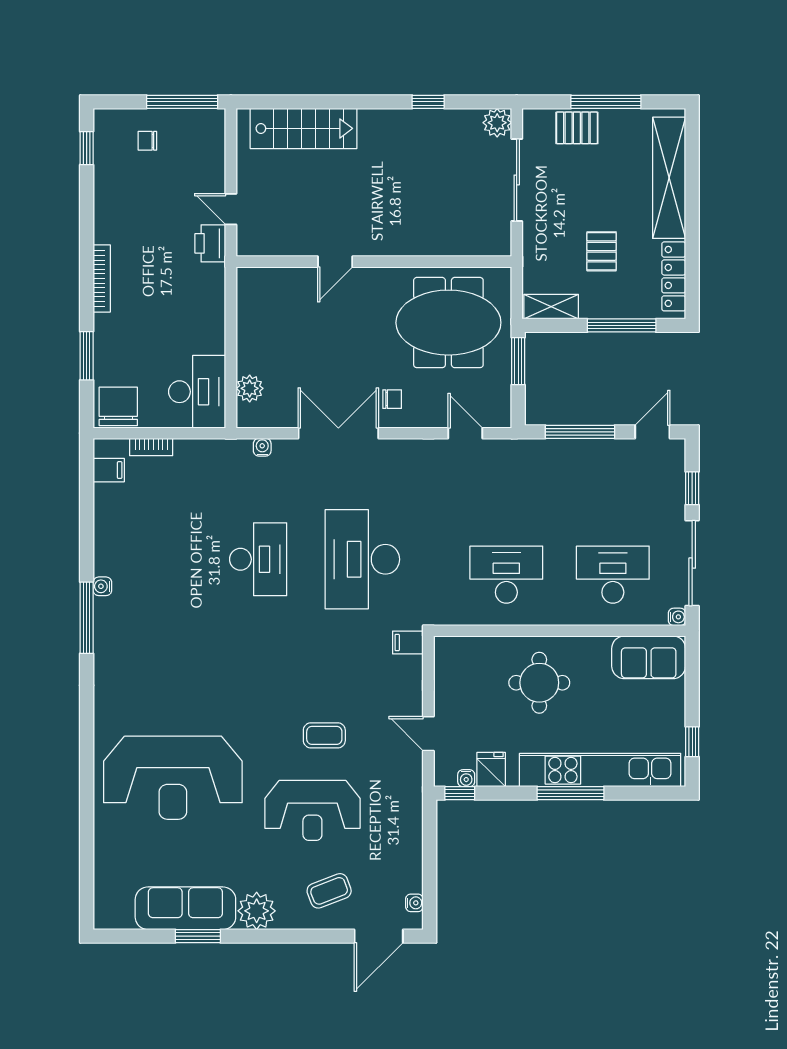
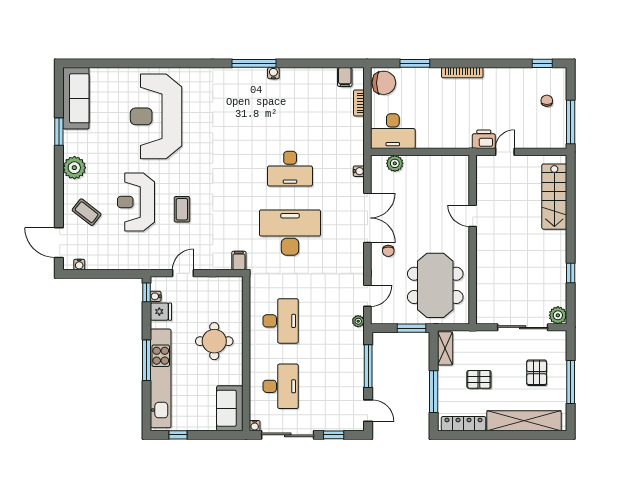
pallet: (577, 128) -> (537, 373), moved
plant: (507, 448) -> (358, 321), added
coffee table: (329, 891) -> (87, 212), turned -31
sofa: (185, 908) -> (76, 98), moved

